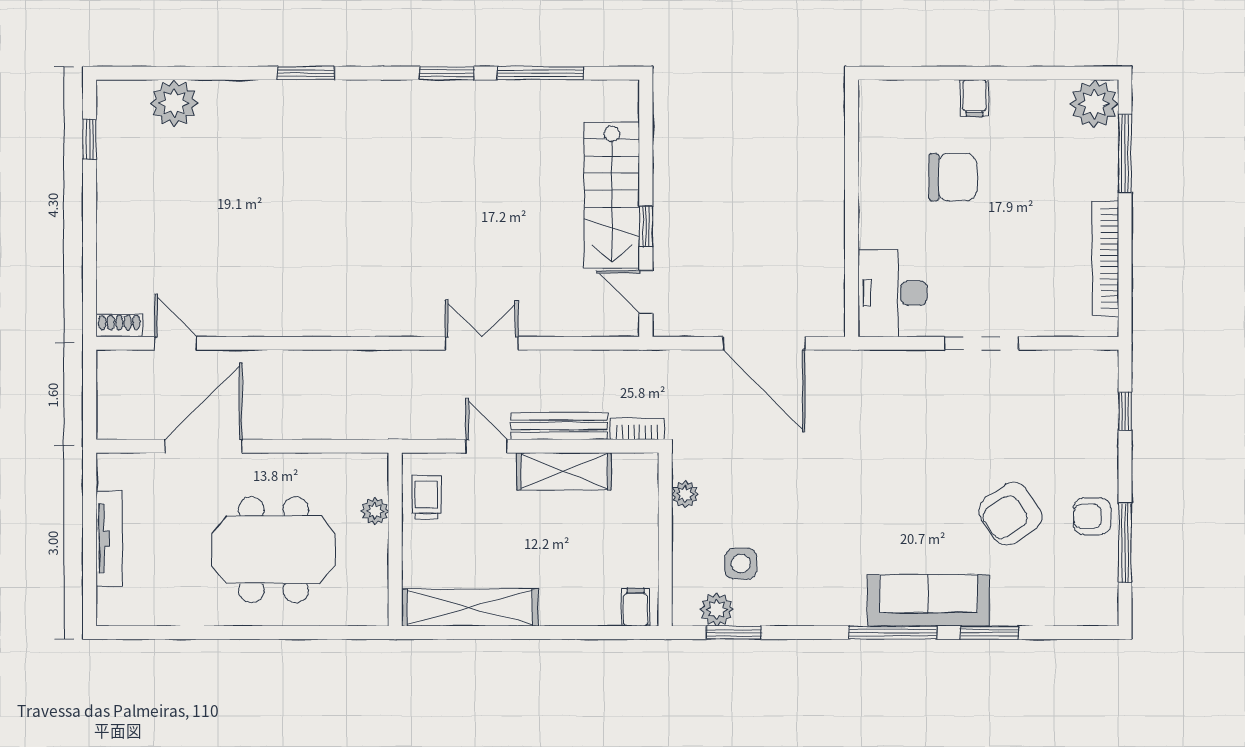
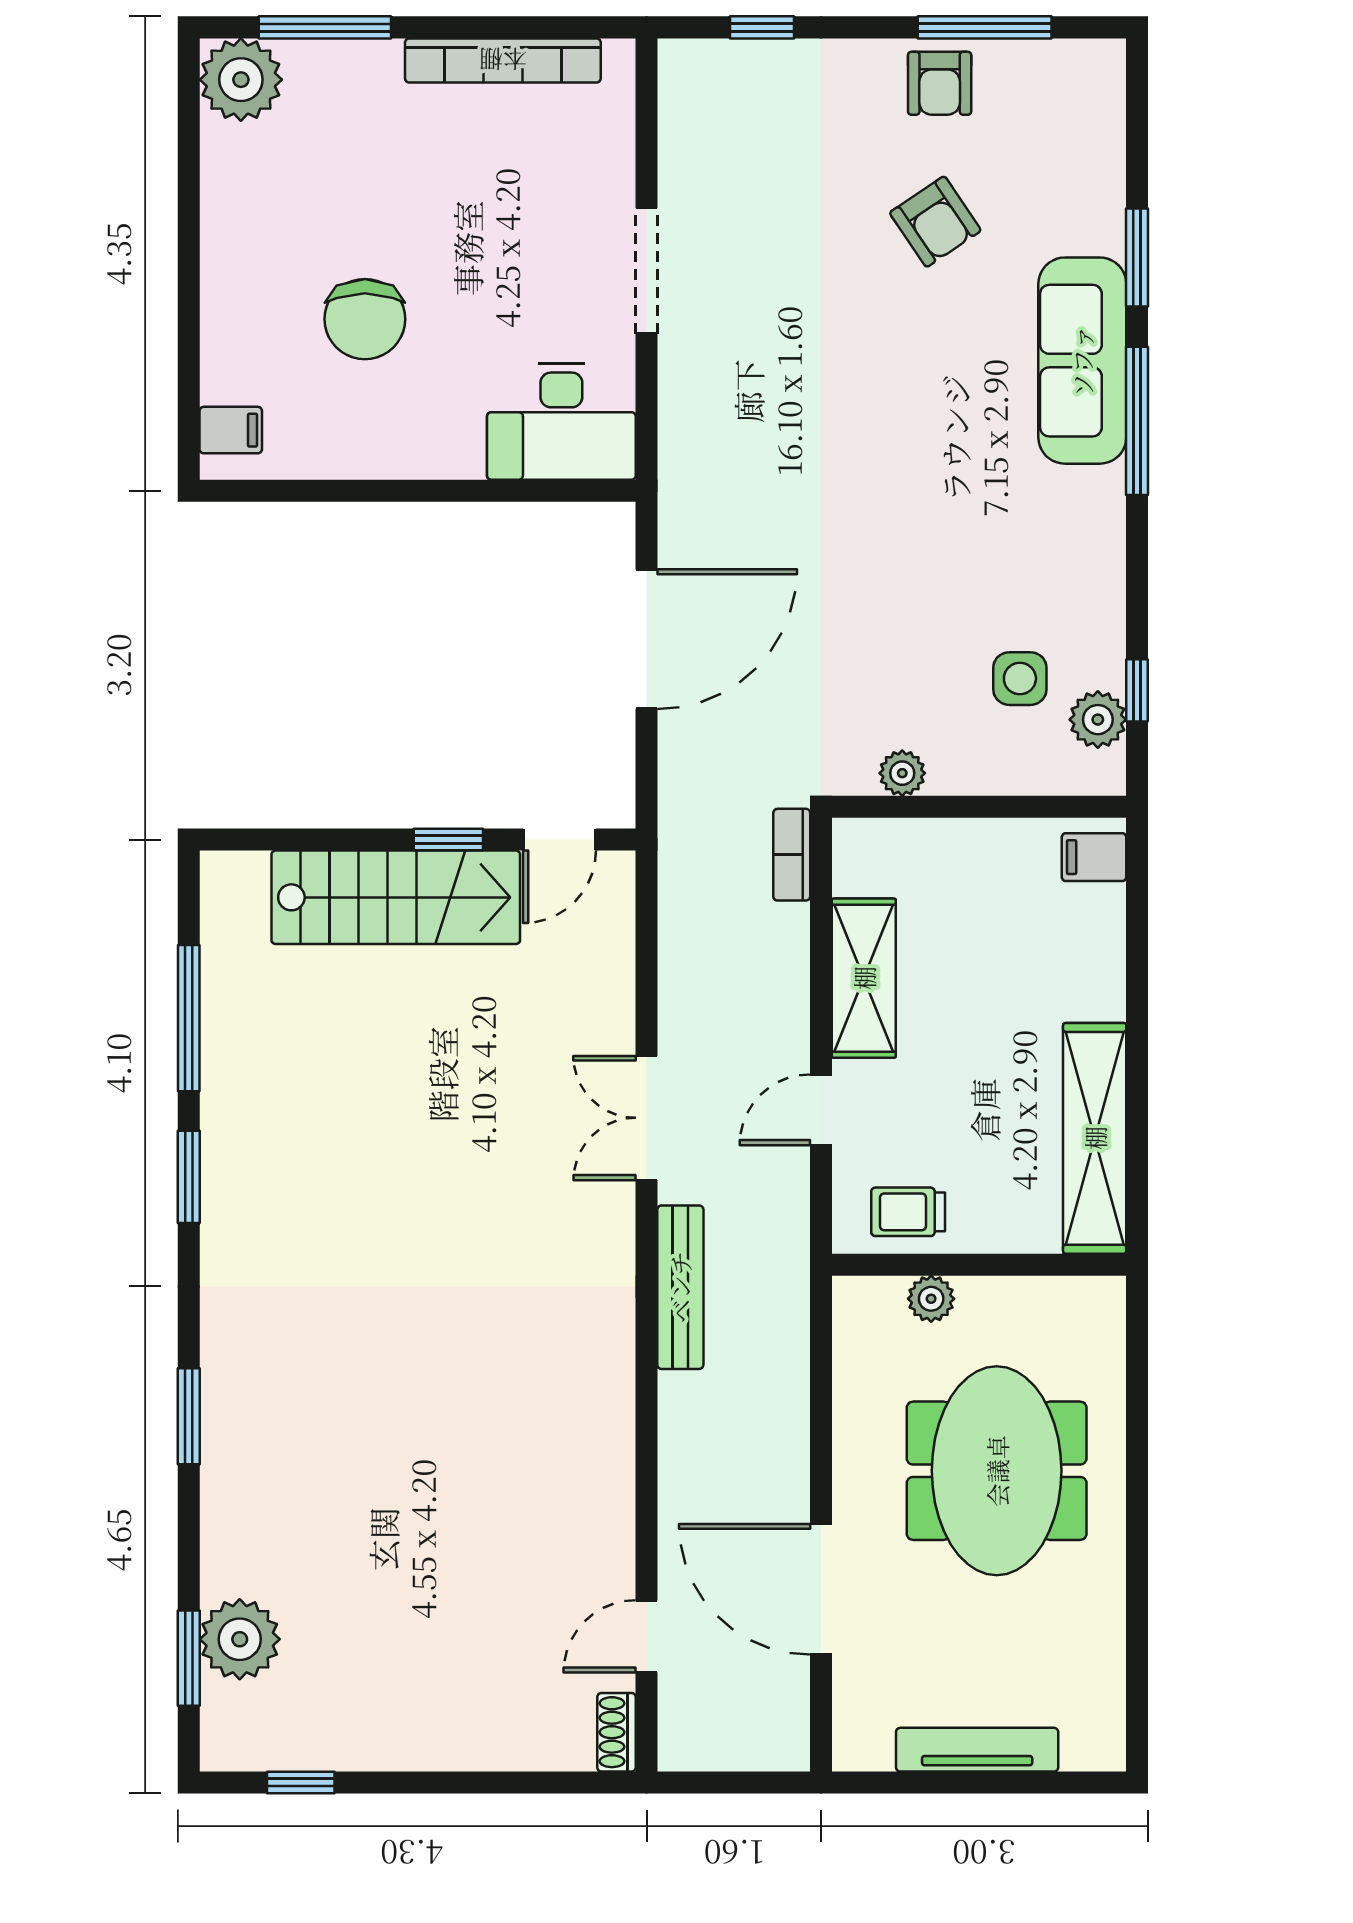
window: (163, 73) -> (189, 1658), added
filing cabinet: (974, 98) -> (231, 430), moved
chair: (953, 177) -> (365, 319), turned 180
bench: (559, 426) -> (680, 1287), moved
armchair: (1010, 514) -> (935, 222), width x0.72, depth x0.72
window: (734, 633) -> (1137, 690), width x0.67

